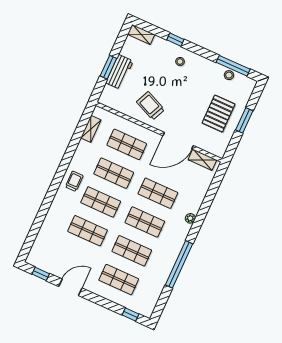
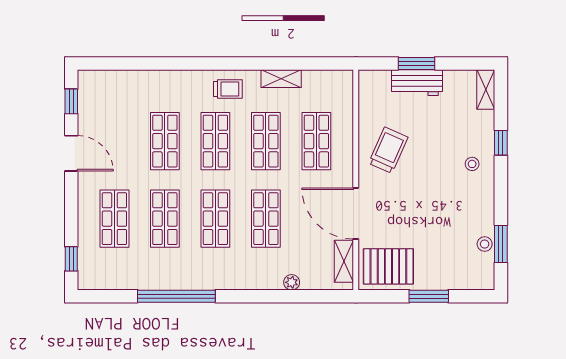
window: (233, 66) -> (501, 244), width x0.69
pallet: (219, 114) -> (388, 266), moved
shelving: (91, 129) -> (281, 79), moved
plant: (190, 218) -> (292, 282), moved

